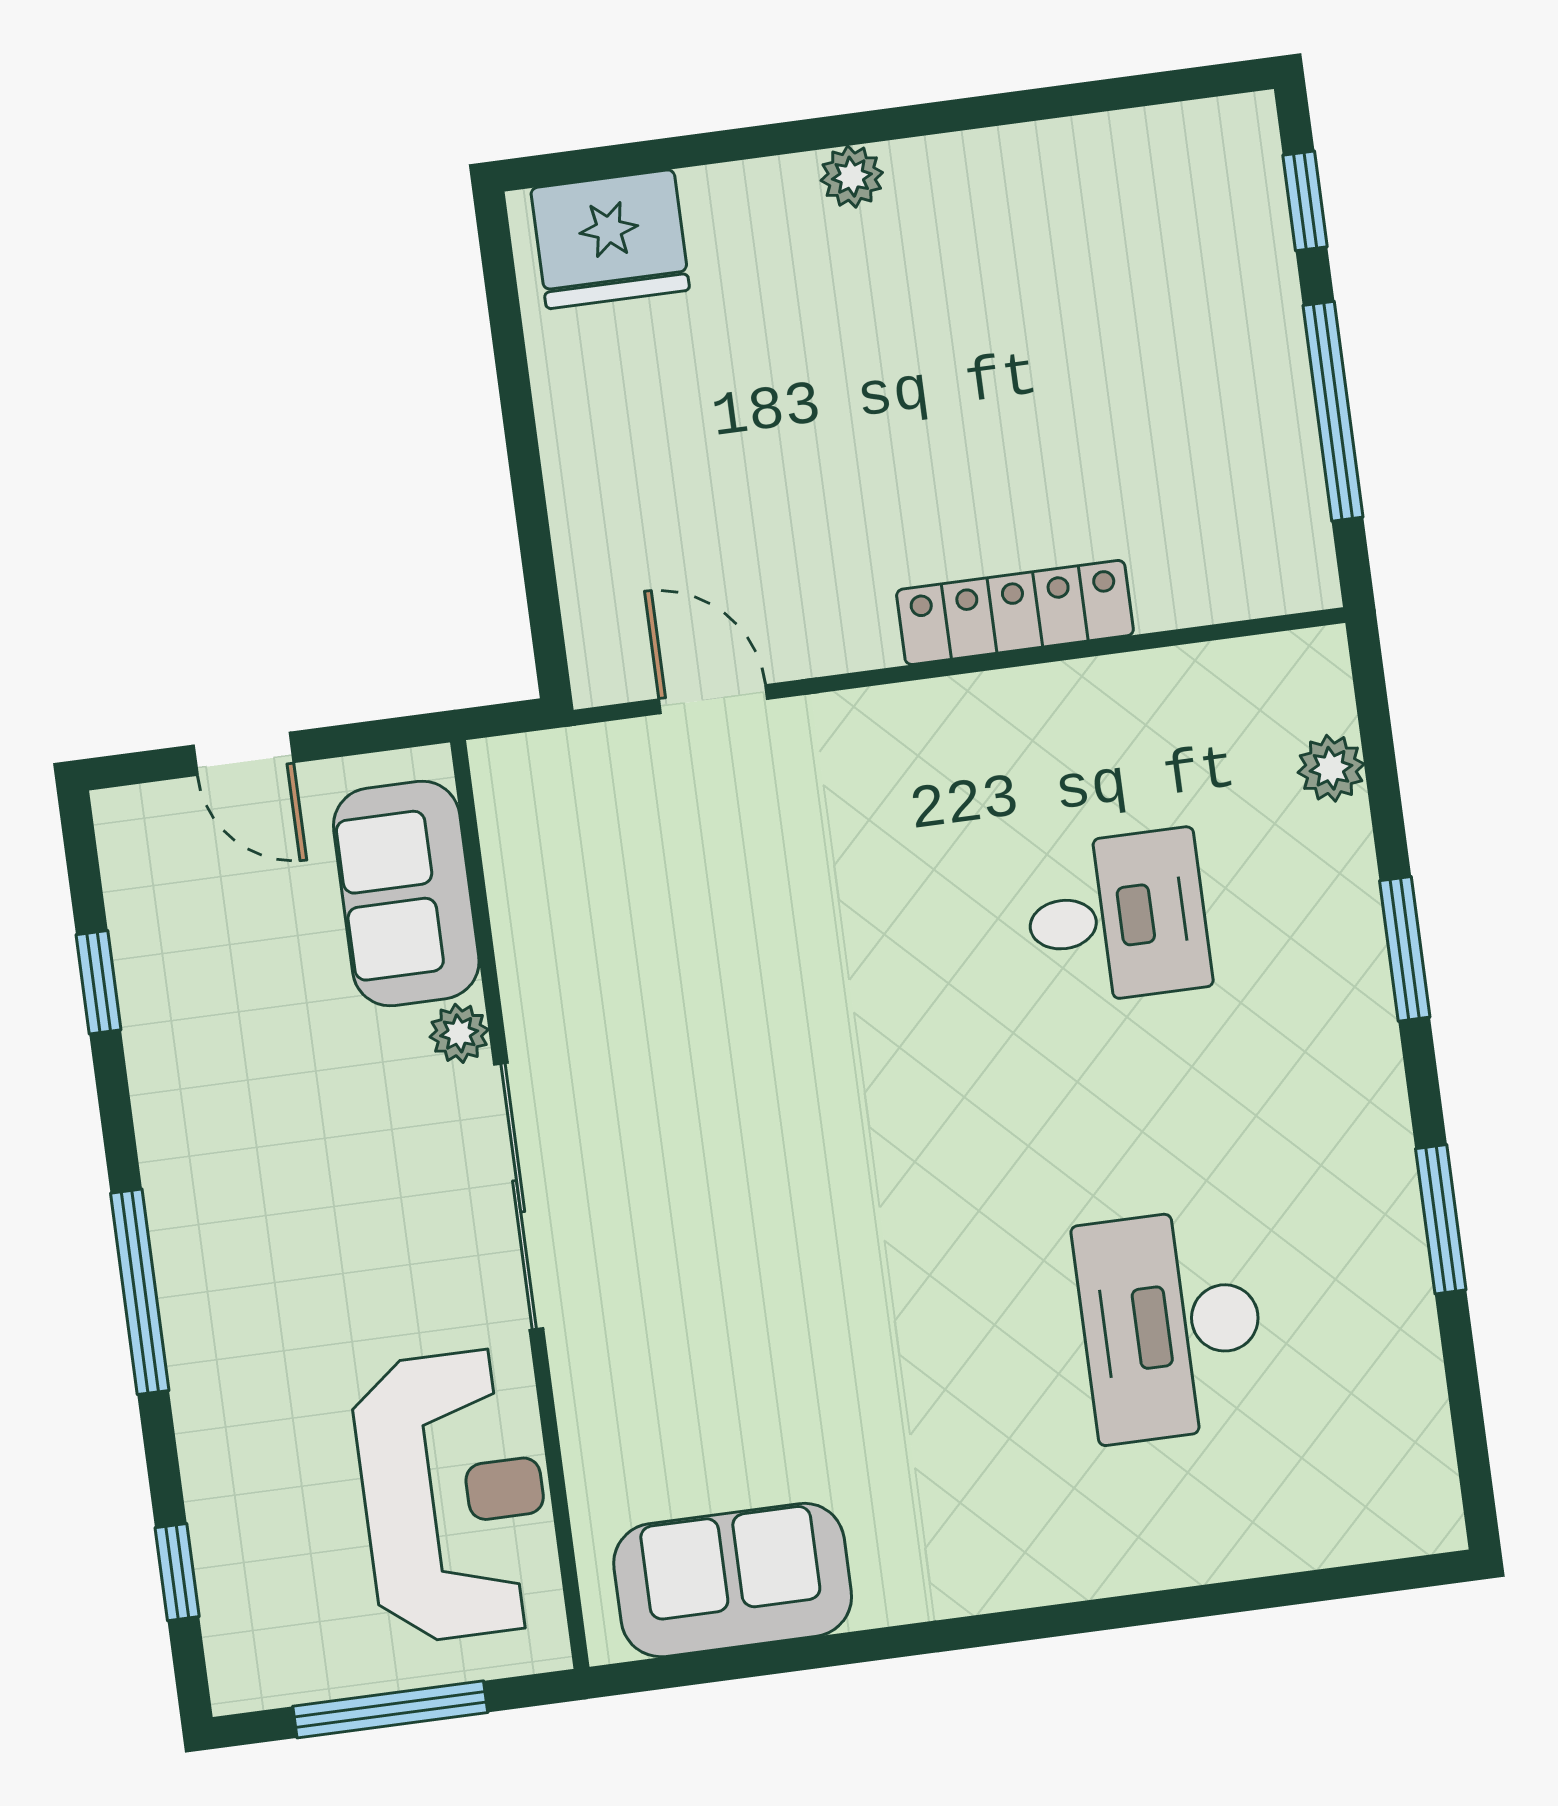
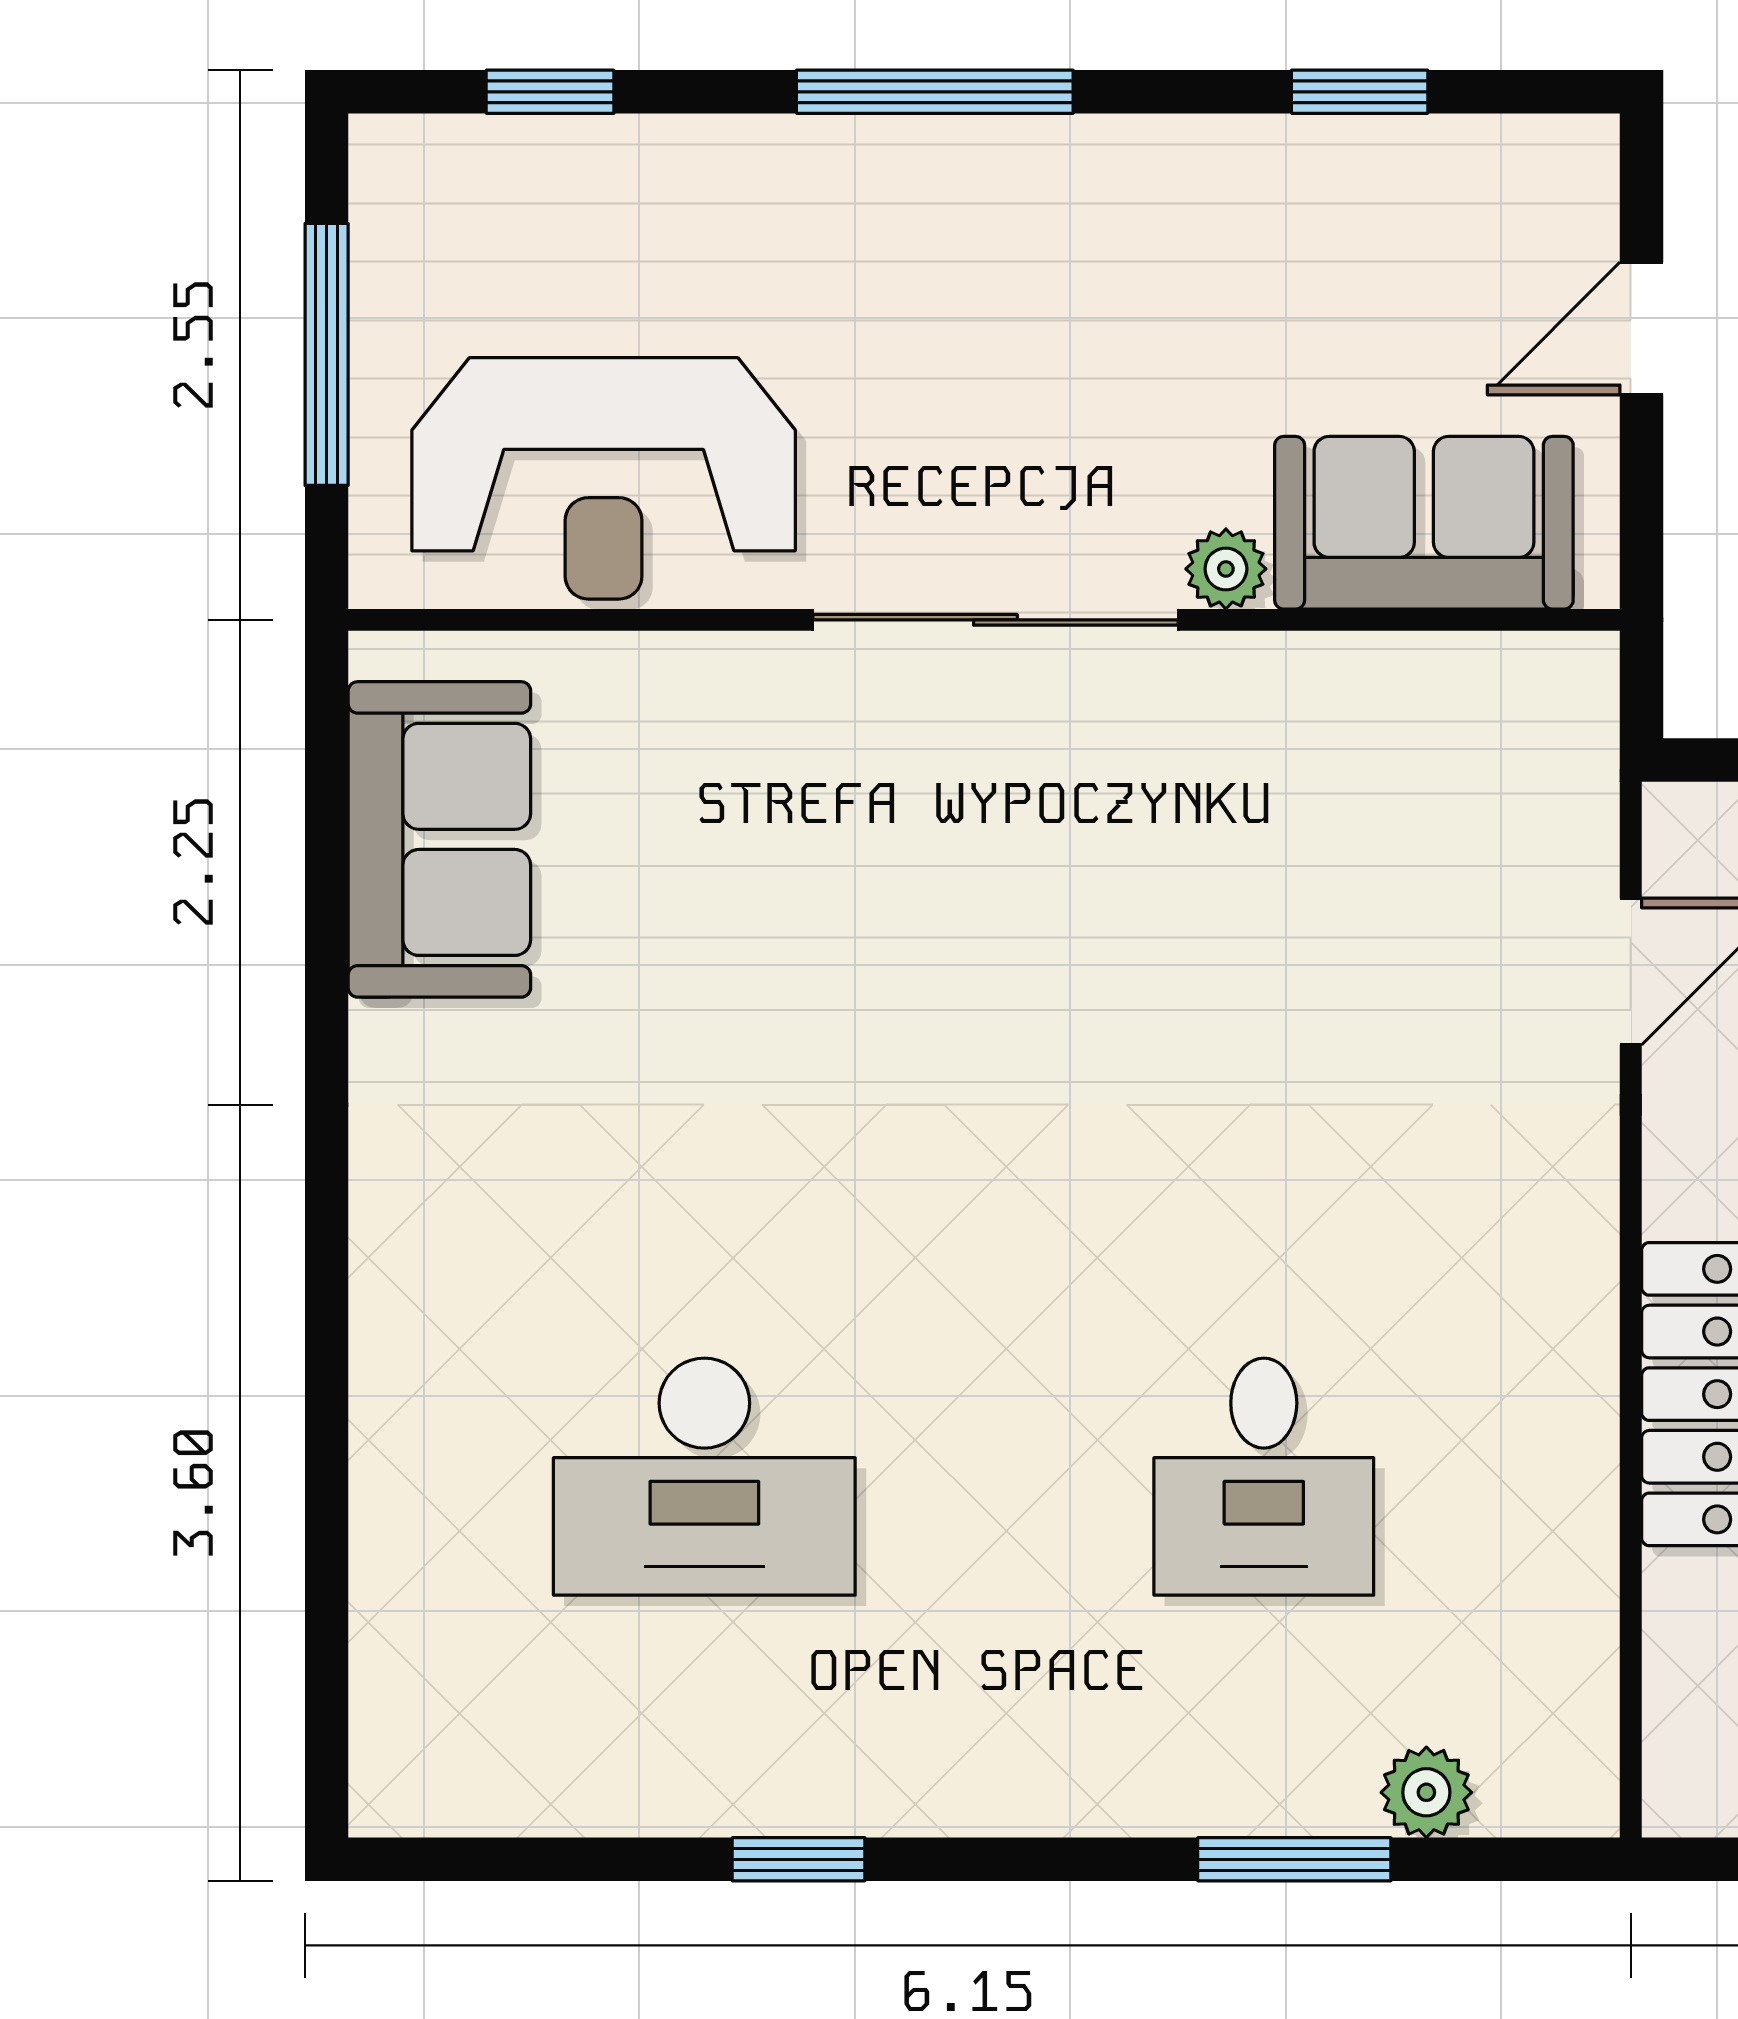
window: (1405, 949) -> (1294, 1859), moved
window: (1441, 1219) -> (799, 1859), width x0.67
desk: (1171, 1325) -> (704, 1477), turned 180

